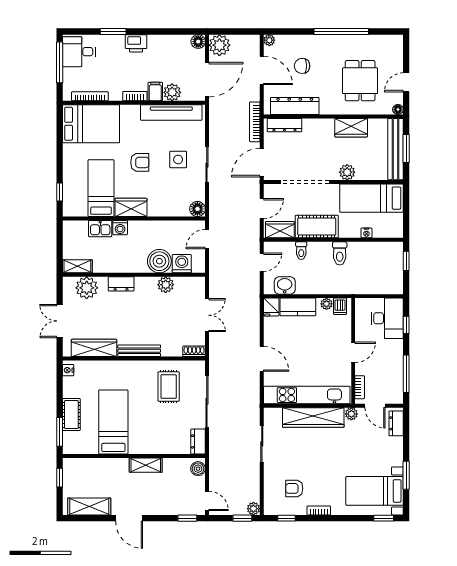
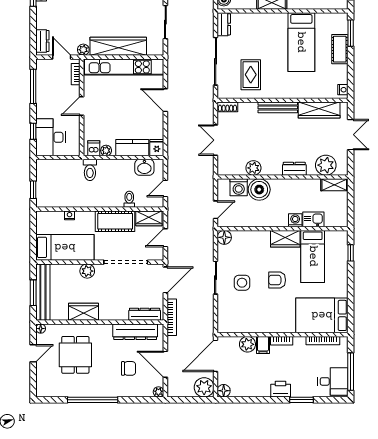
tv unit: (171, 112) -> (248, 326), removed
toilet: (340, 253) -> (90, 170), moved, turned 180

